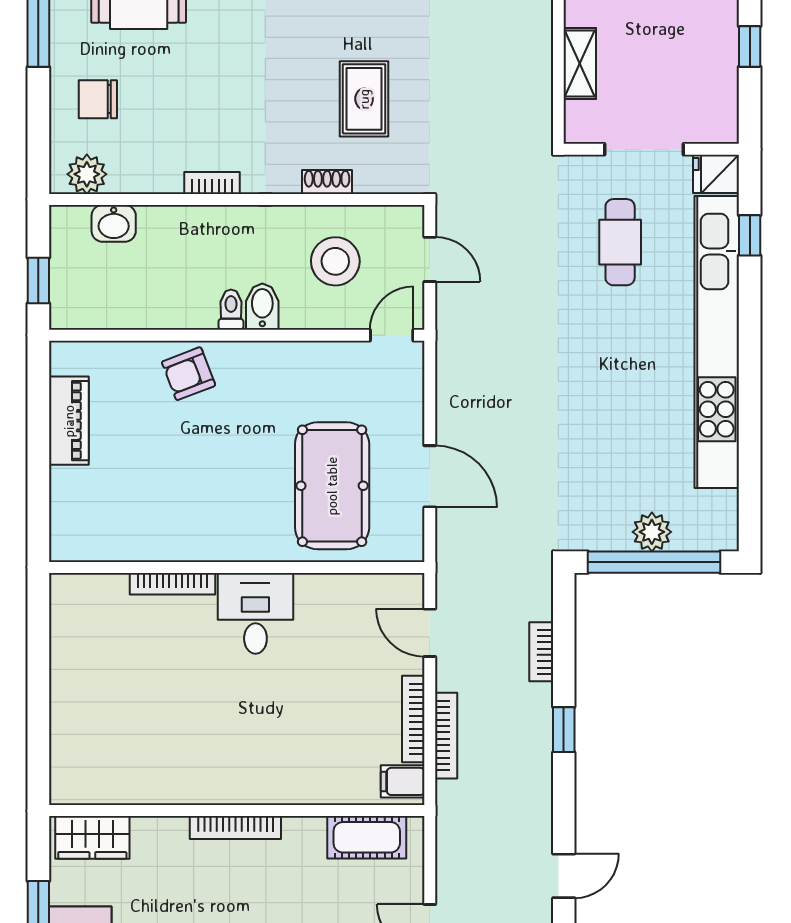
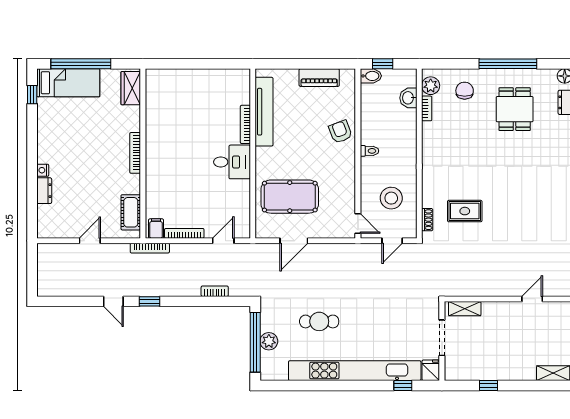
shelving: (580, 64) -> (465, 309), moved
shoe rack: (327, 182) -> (427, 220), moved
bookcase: (212, 183) -> (427, 108), moved
cafe table: (620, 242) -> (319, 321), moved
bidet: (262, 307) -> (371, 76), moved
tv unit: (144, 543) -> (264, 112), added
window: (564, 730) -> (150, 301), moved
bookcase: (446, 736) -> (150, 248), moved

